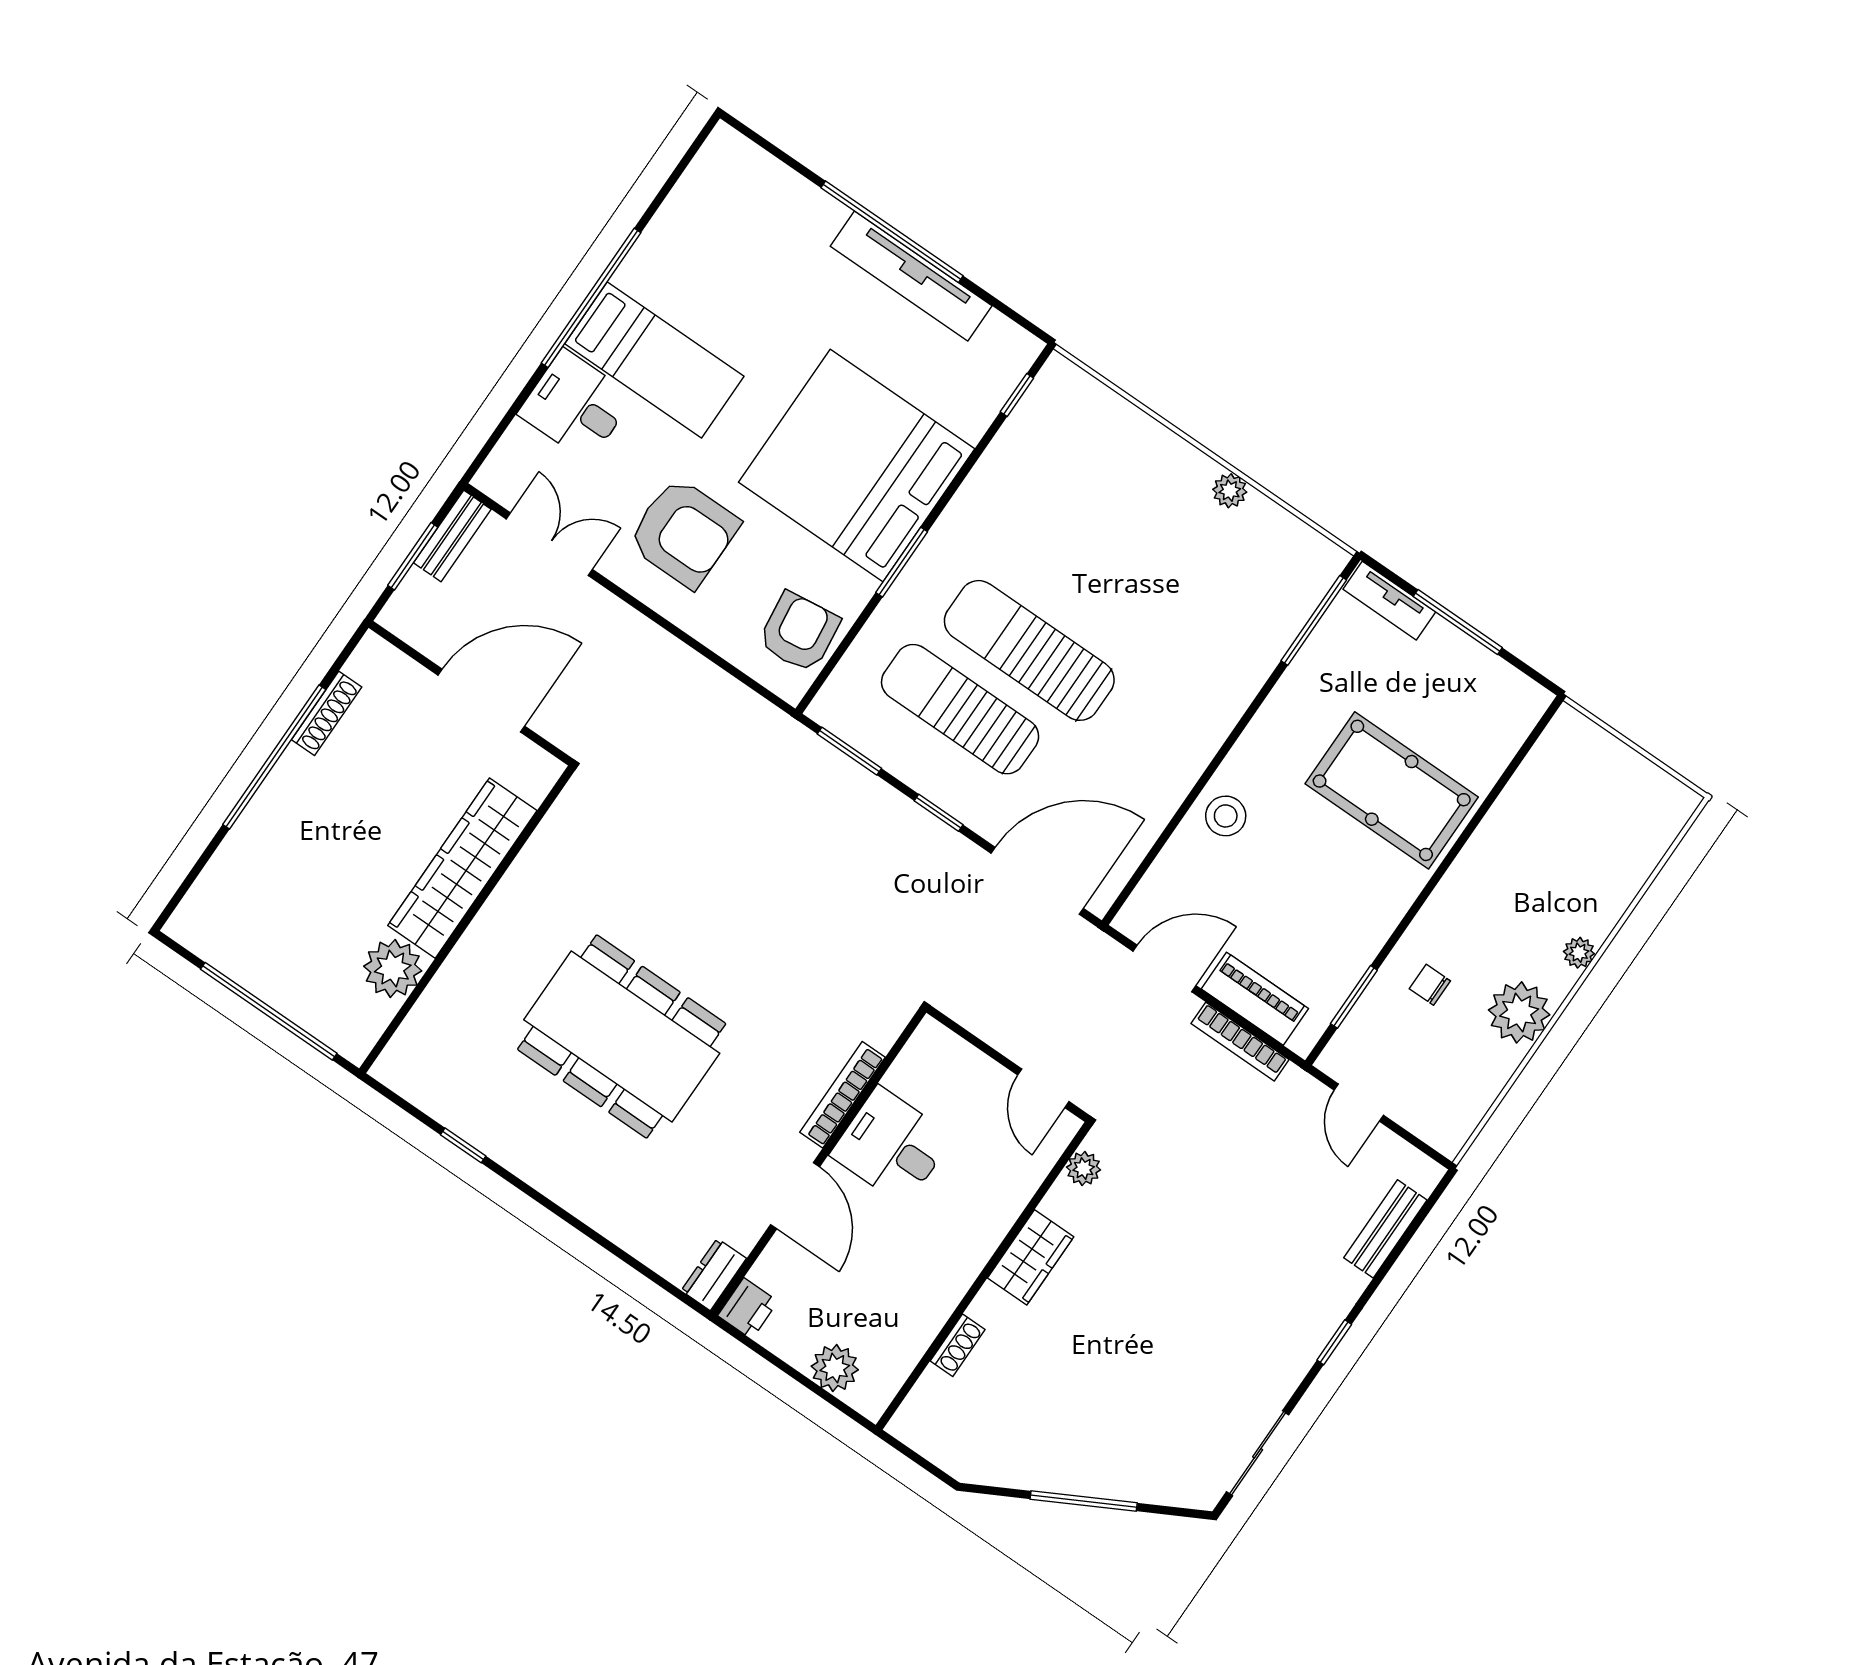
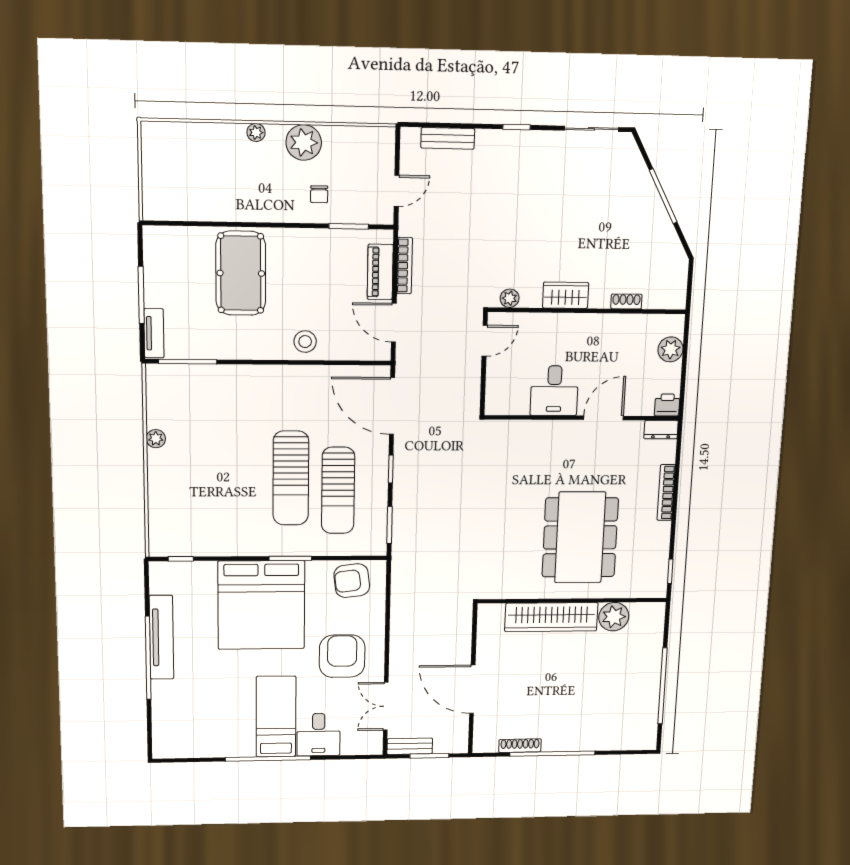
wardrobe: (462, 868) -> (551, 617), moved
wall: (467, 919) -> (572, 601), moved
plant: (393, 968) -> (614, 617), moved
bookcase: (842, 1095) -> (666, 492), moved, turned 90

